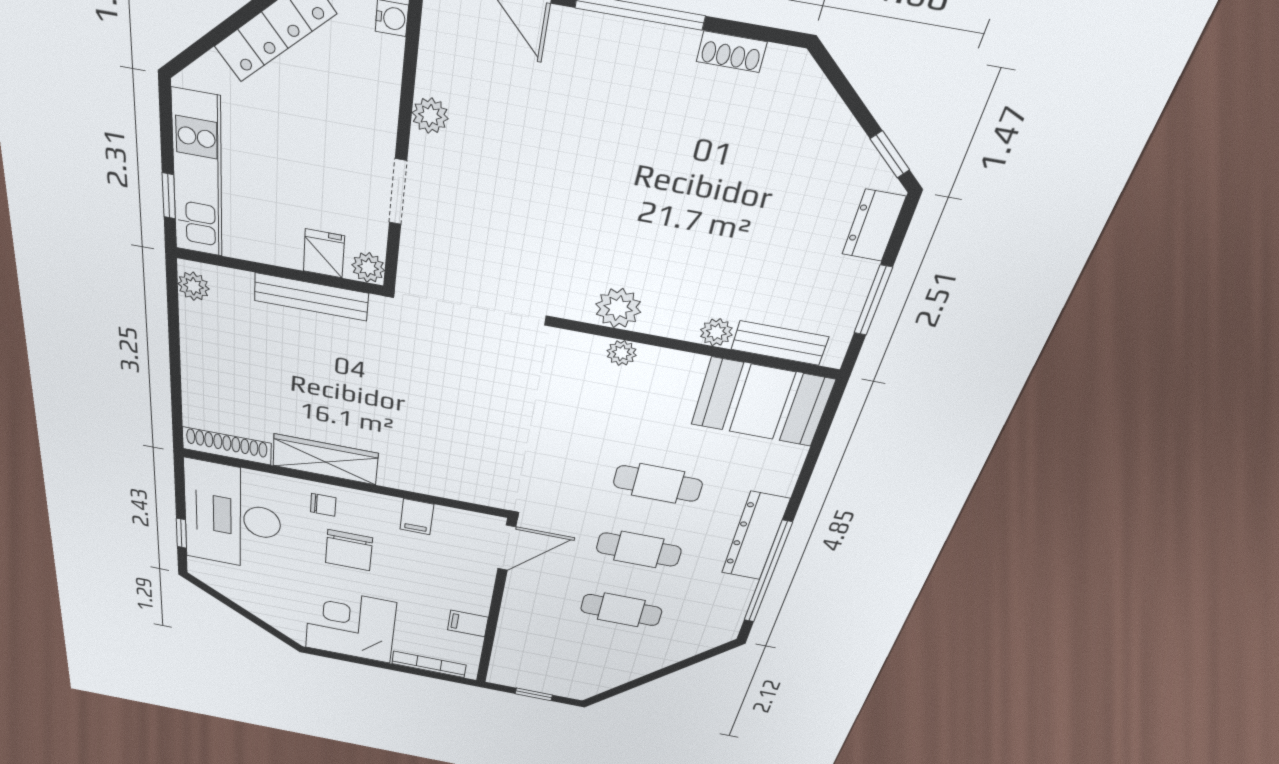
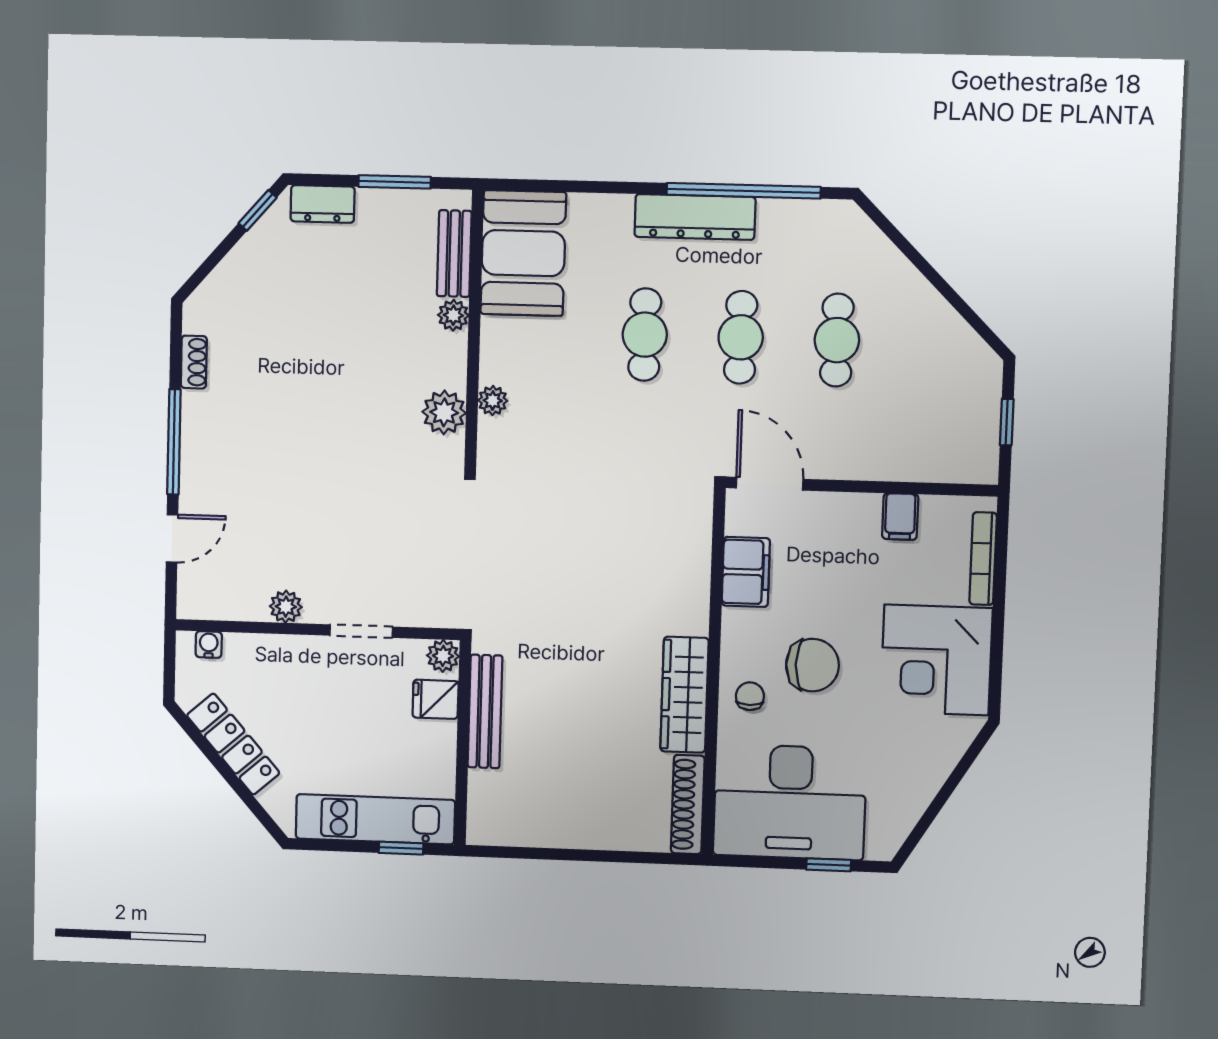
plant: (193, 286) -> (494, 830), removed
filing cabinet: (417, 517) -> (746, 572), width x2.00

